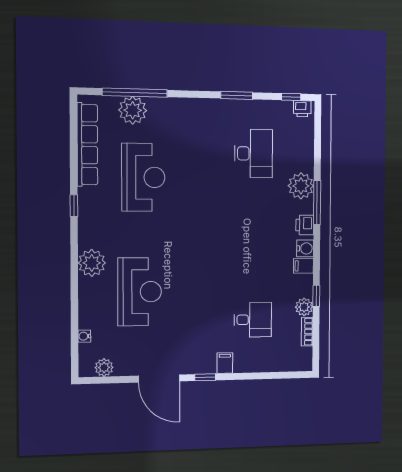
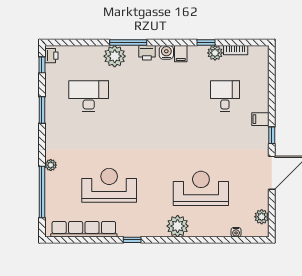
plant: (133, 110) -> (51, 165), moved, width x0.53, depth x0.53

